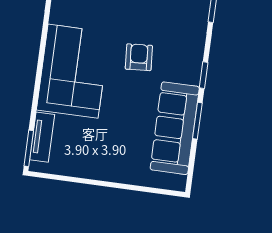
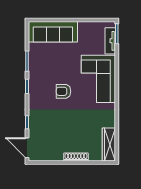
armchair: (139, 57) -> (64, 91), turned 94
sofa: (175, 128) -> (53, 32), moved, turned 90

